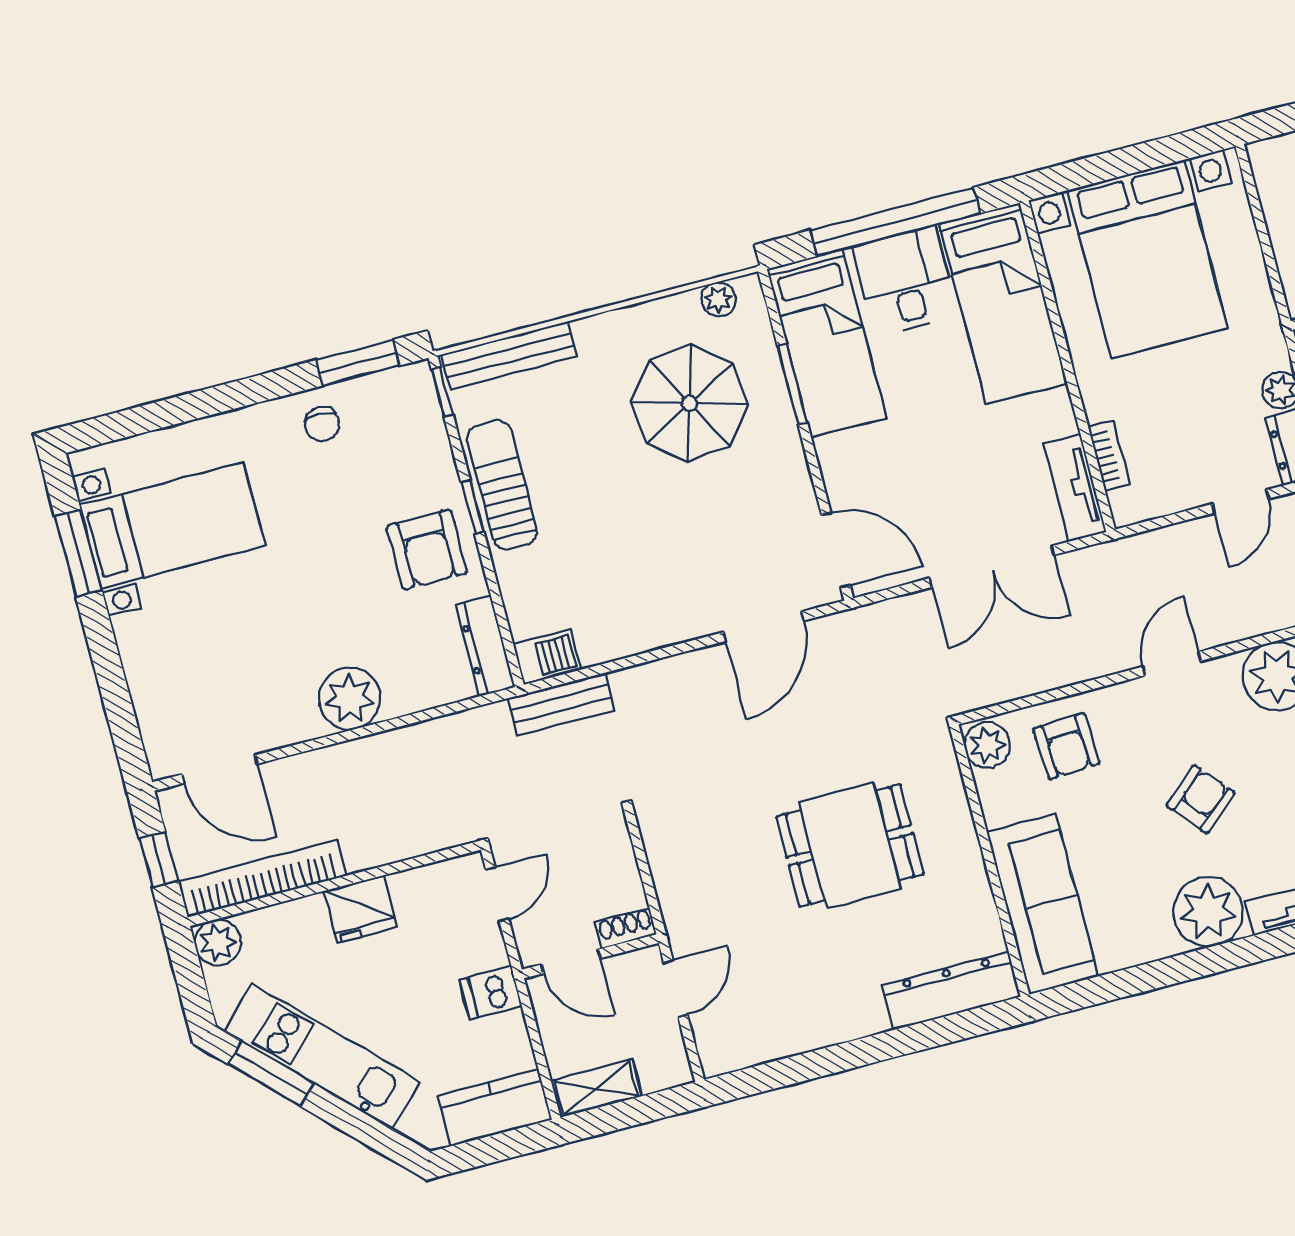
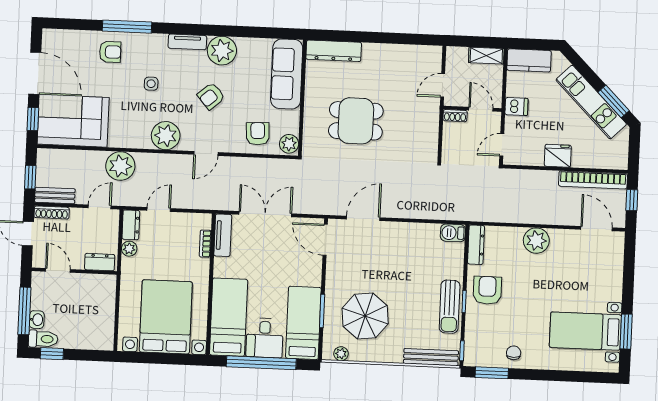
bench: (561, 704) -> (453, 212), removed
plant: (218, 942) -> (619, 160), removed

